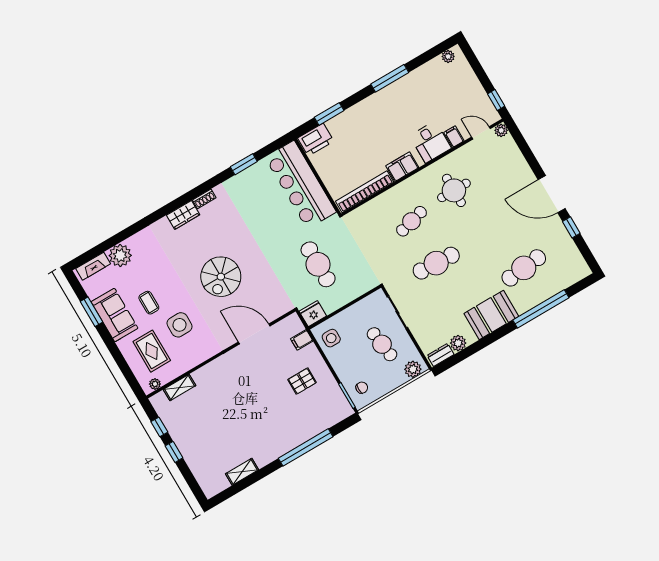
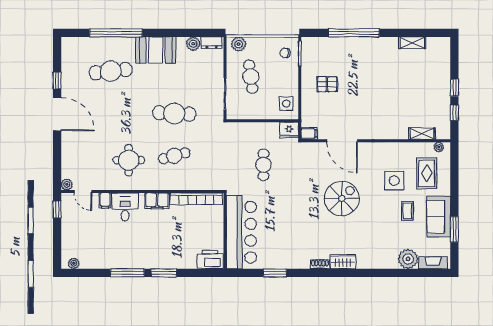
window: (329, 114) -> (164, 273), moved
cafe table: (318, 264) -> (263, 165), width x0.73, depth x0.74
filing cabinet: (302, 340) -> (309, 133), moved

